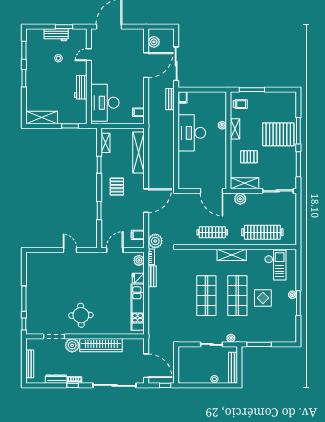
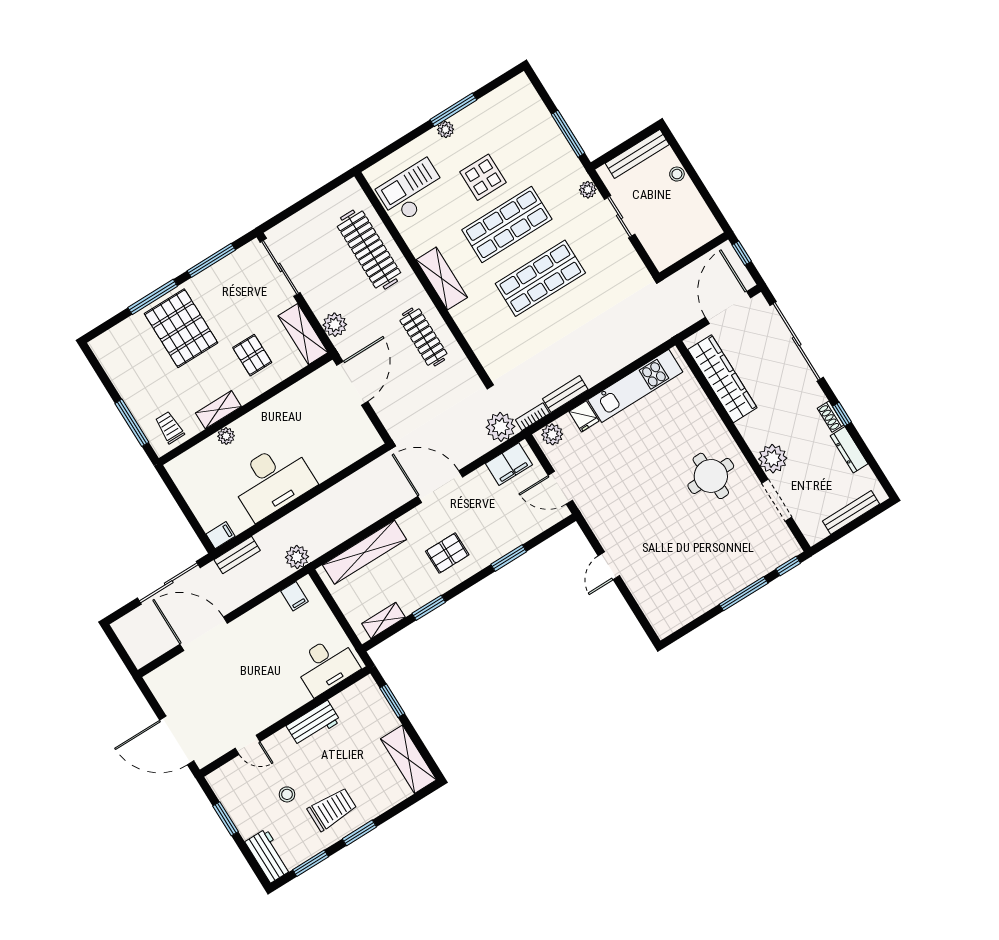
workbench: (56, 35) -> (268, 856), moved
plant: (154, 42) -> (297, 557), moved
trolley: (41, 73) -> (332, 809), added
desk: (105, 103) -> (326, 665), width x0.73, depth x0.77
filing cabinet: (138, 235) -> (509, 464), width x2.00
wardrobe: (101, 345) -> (722, 379), moved

